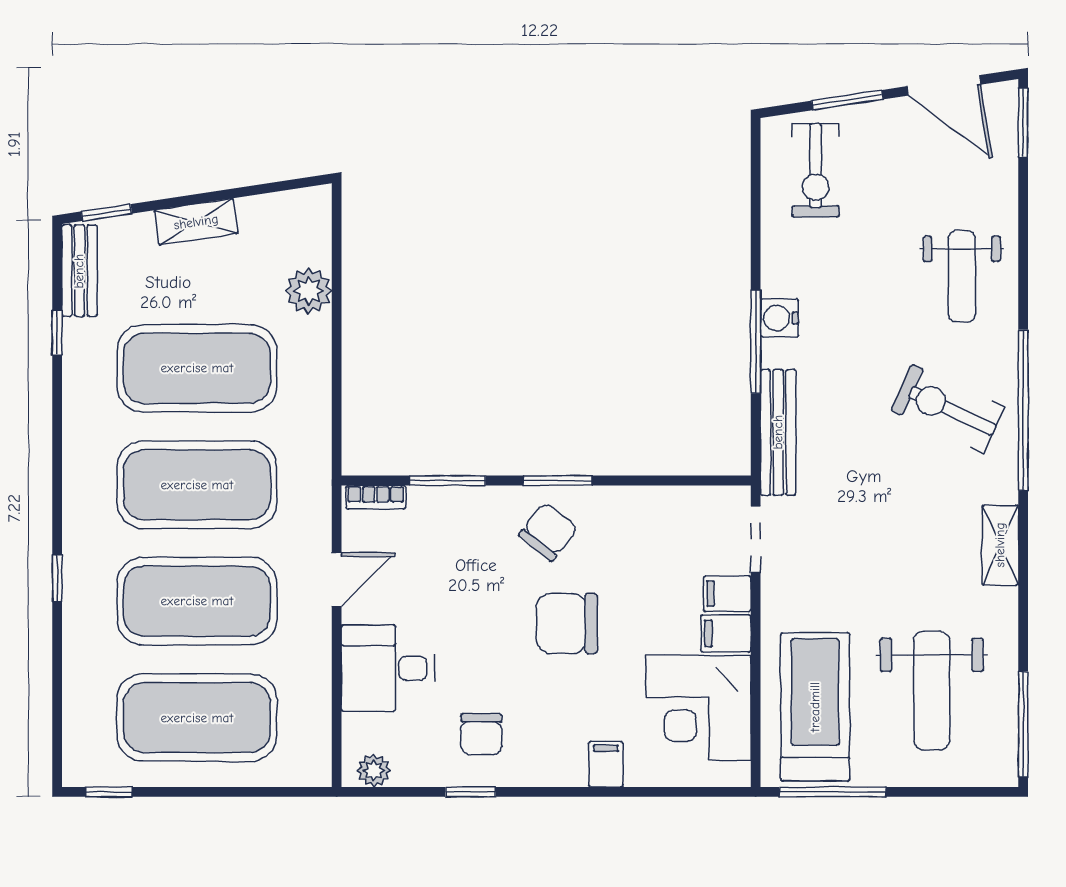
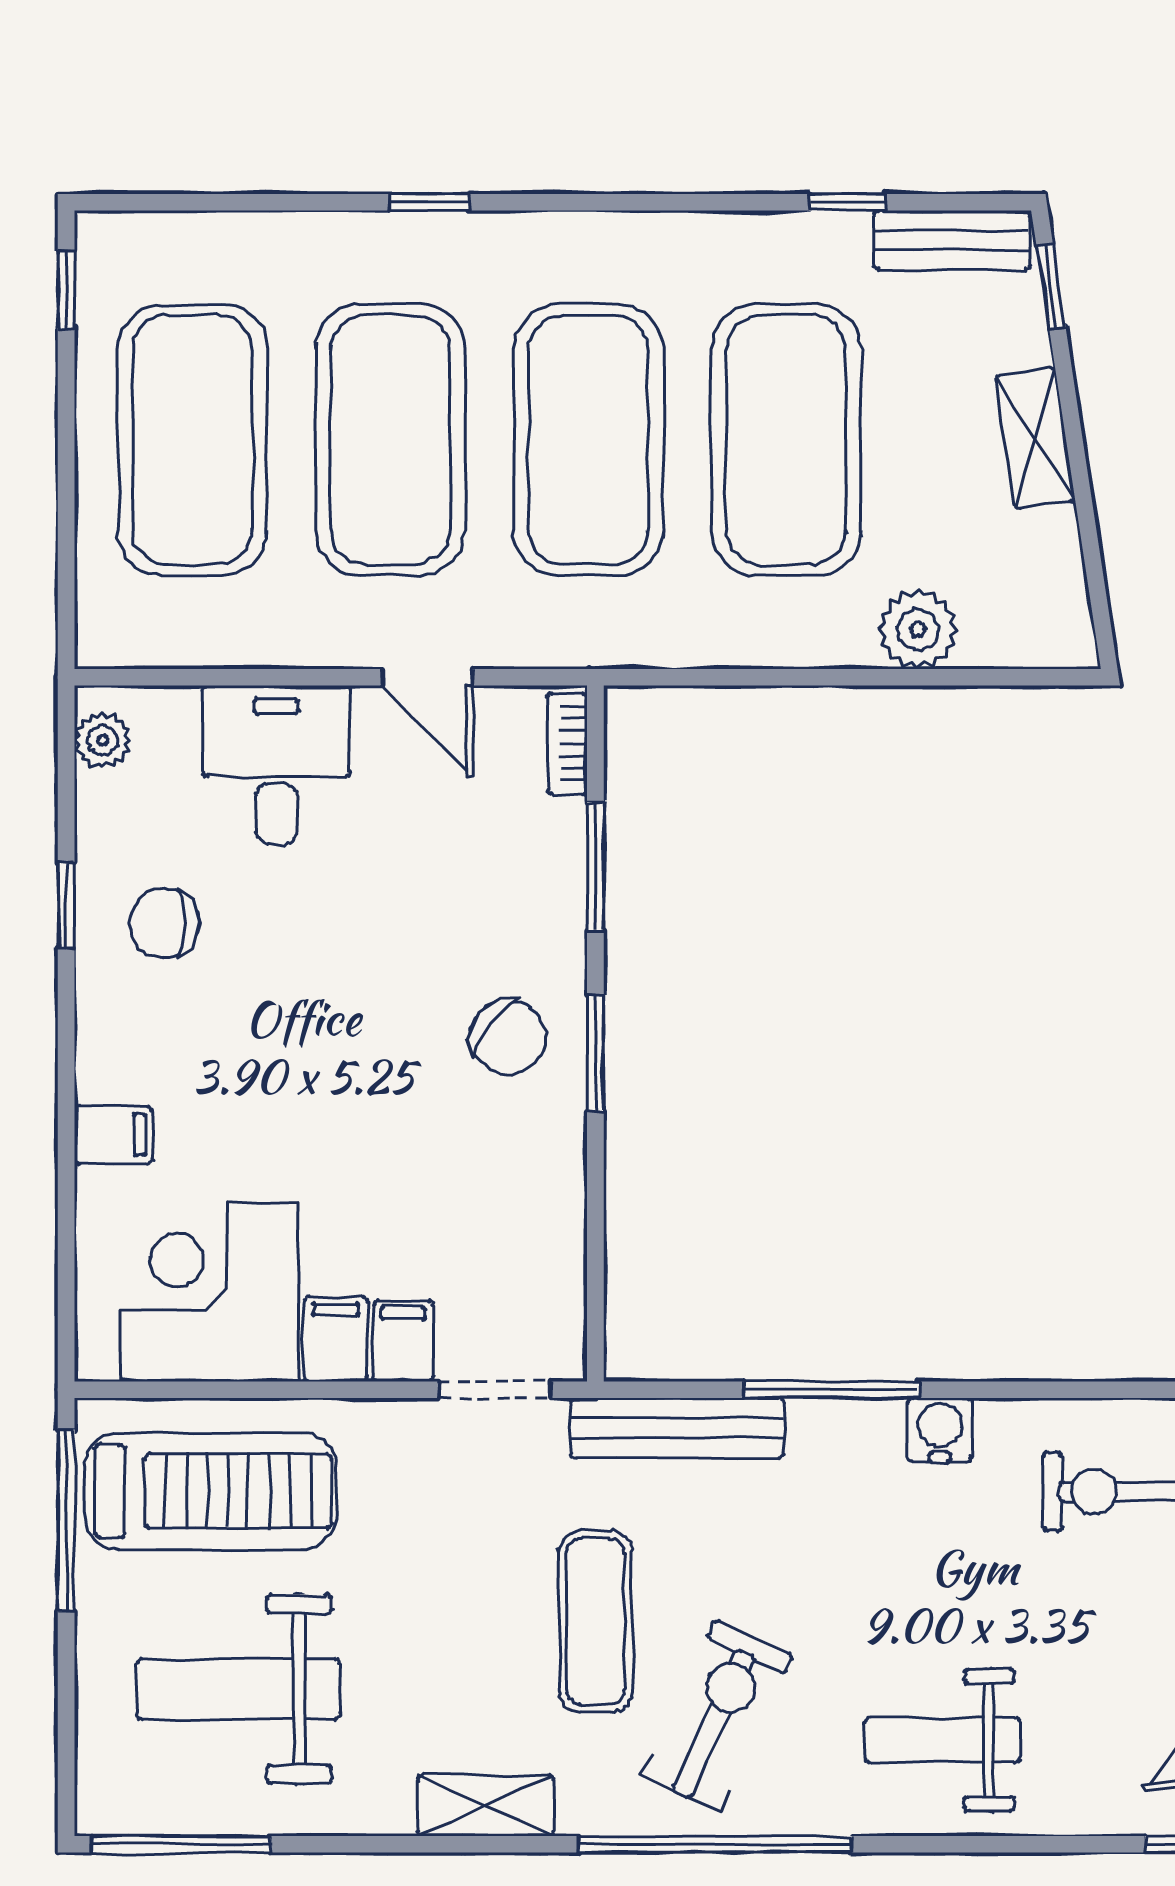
water cooler: (779, 318) -> (940, 1430), moved
exercise mat: (892, 480) -> (596, 1621), added
chair: (567, 623) -> (352, 1069), removed

